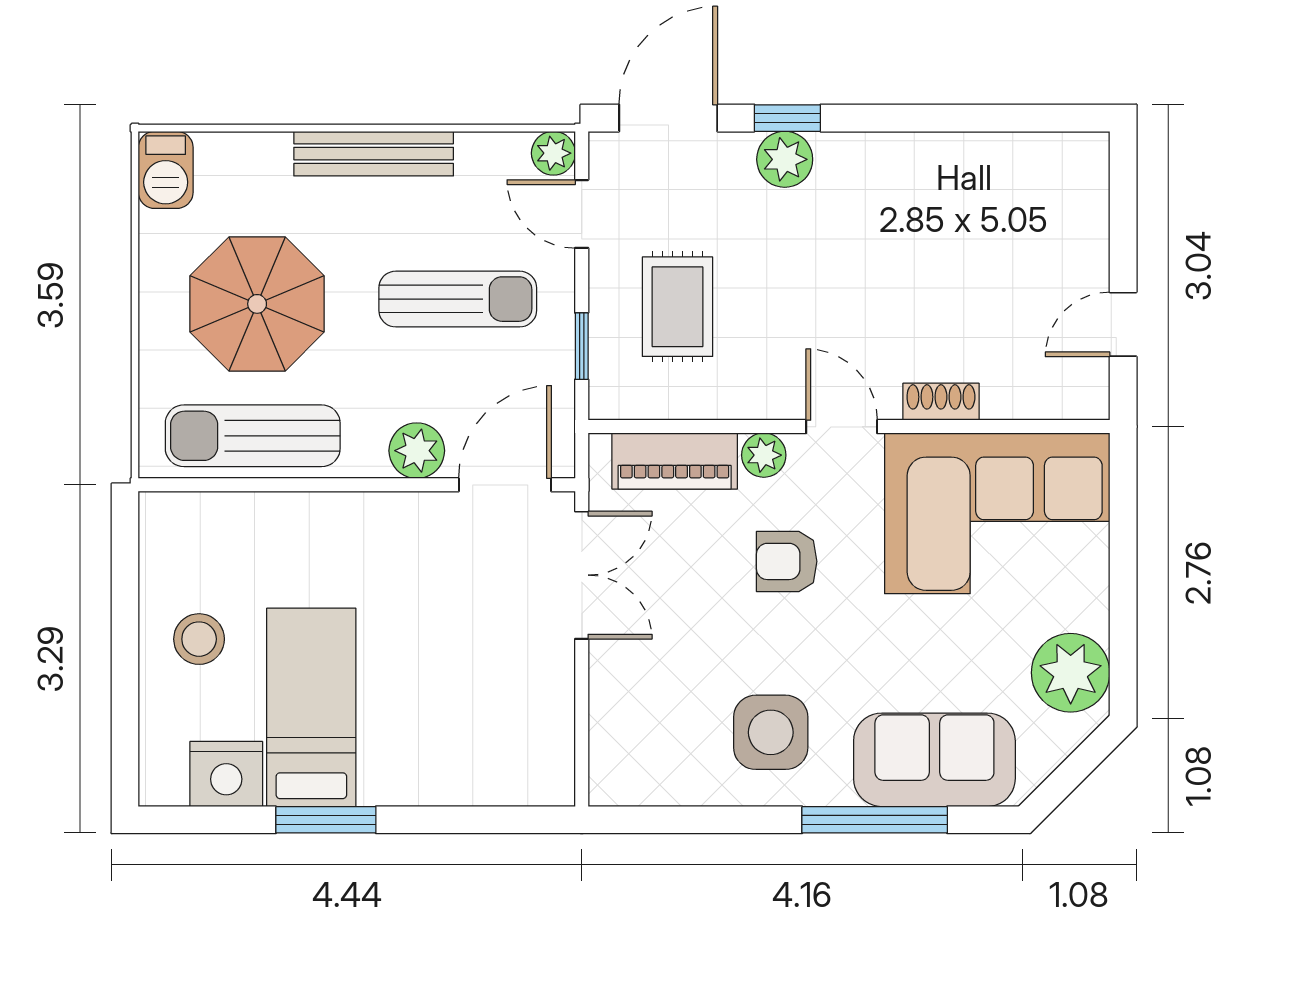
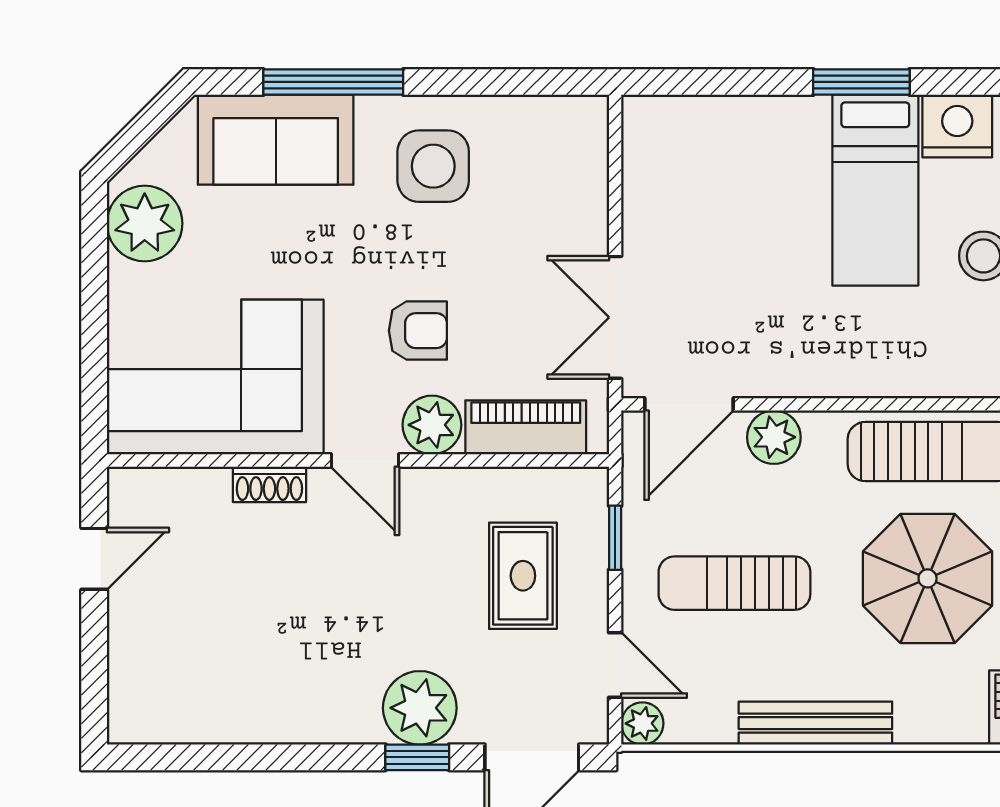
plant: (785, 159) -> (420, 708), width x1.36, depth x1.36
plant: (764, 455) -> (432, 425), width x1.38, depth x1.38

